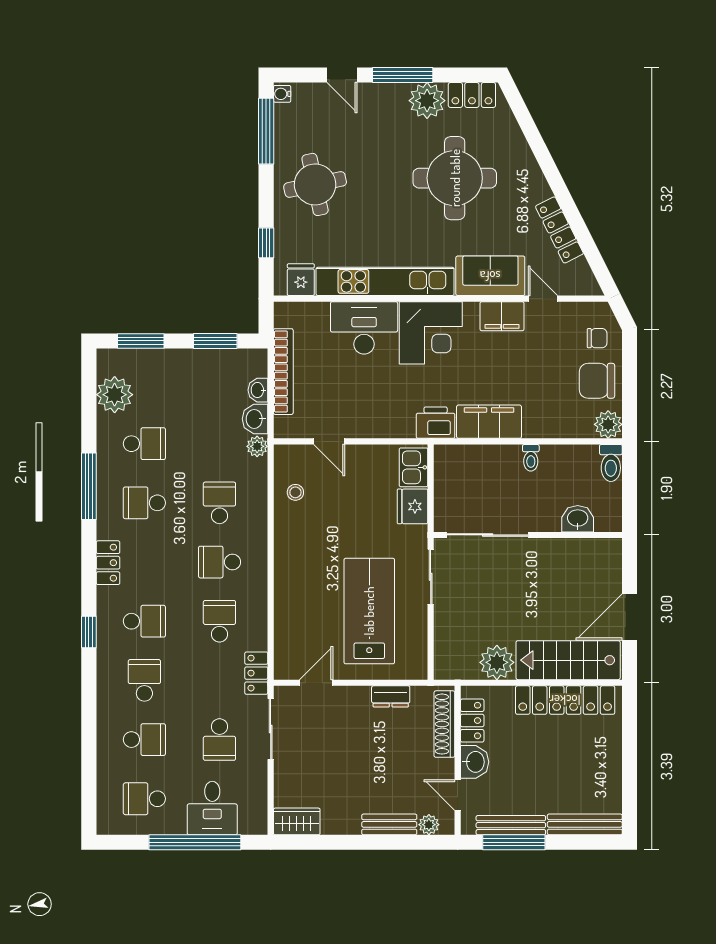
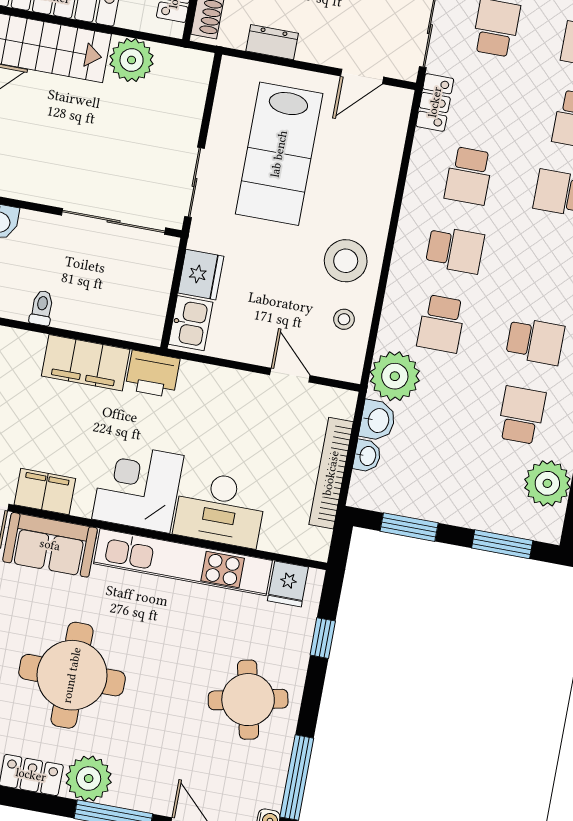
school desk: (144, 444) -> (521, 415), turned 90
plant: (257, 446) -> (395, 376), width x1.88, depth x1.88
stool: (302, 538) -> (346, 261), added

